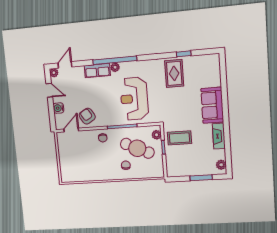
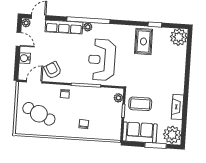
plant: (211, 63) -> (179, 37), added
row of seats: (97, 71) -> (64, 27), width x1.48
sofa: (212, 105) -> (140, 132), moved, turned 90
cafe table: (137, 148) -> (39, 114), moved
plant: (221, 165) -> (172, 135), width x1.87, depth x1.87

